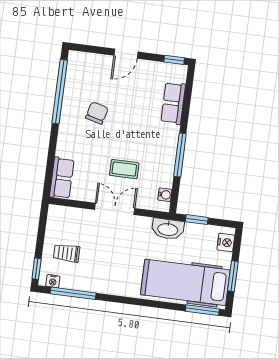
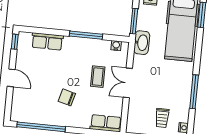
chair: (97, 113) -> (67, 97), moved
window: (197, 220) -> (134, 21), width x1.50
window: (73, 293) -> (194, 92), moved

